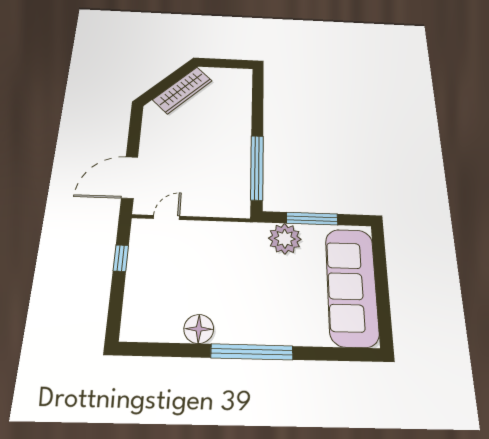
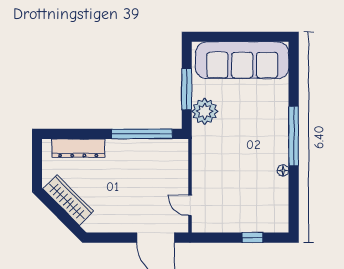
dresser: (241, 102) -> (78, 148), added
window: (121, 258) -> (252, 238), moved
floor lamp: (199, 329) -> (283, 170), width x0.53, depth x0.53

